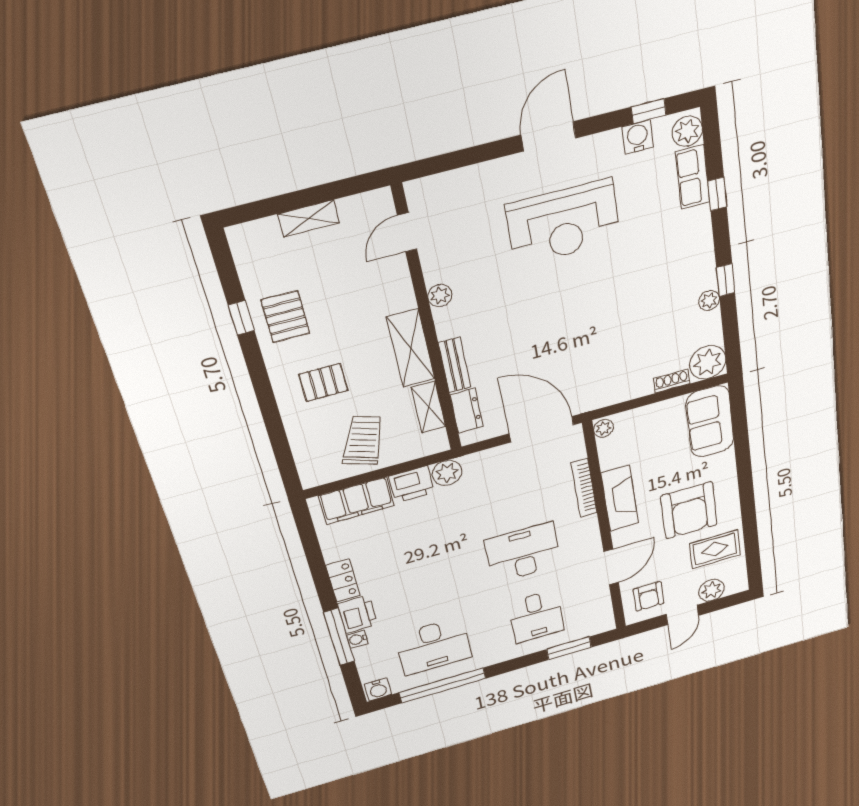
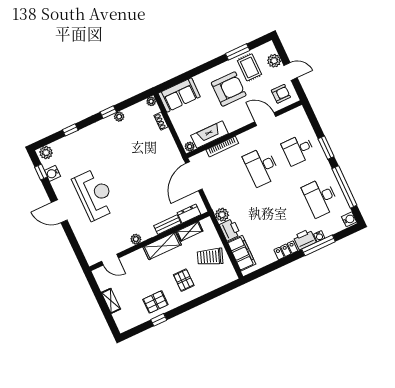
row of seats: (693, 177) -> (65, 144), removed
plant: (708, 362) -> (151, 101), width x0.53, depth x0.53
fireplace: (620, 498) -> (210, 135), moved
window: (750, 532) -> (238, 52), added
desk: (536, 616) -> (298, 150), turned 180
desk: (433, 646) -> (320, 197), turned 180
window: (569, 648) -> (326, 148), moved

